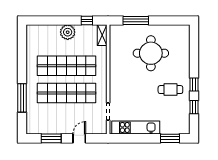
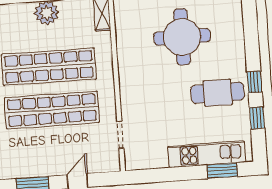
cafe table: (170, 90) -> (218, 93), width x1.37, depth x1.35
kitchen unit: (136, 127) -> (207, 154), moved

